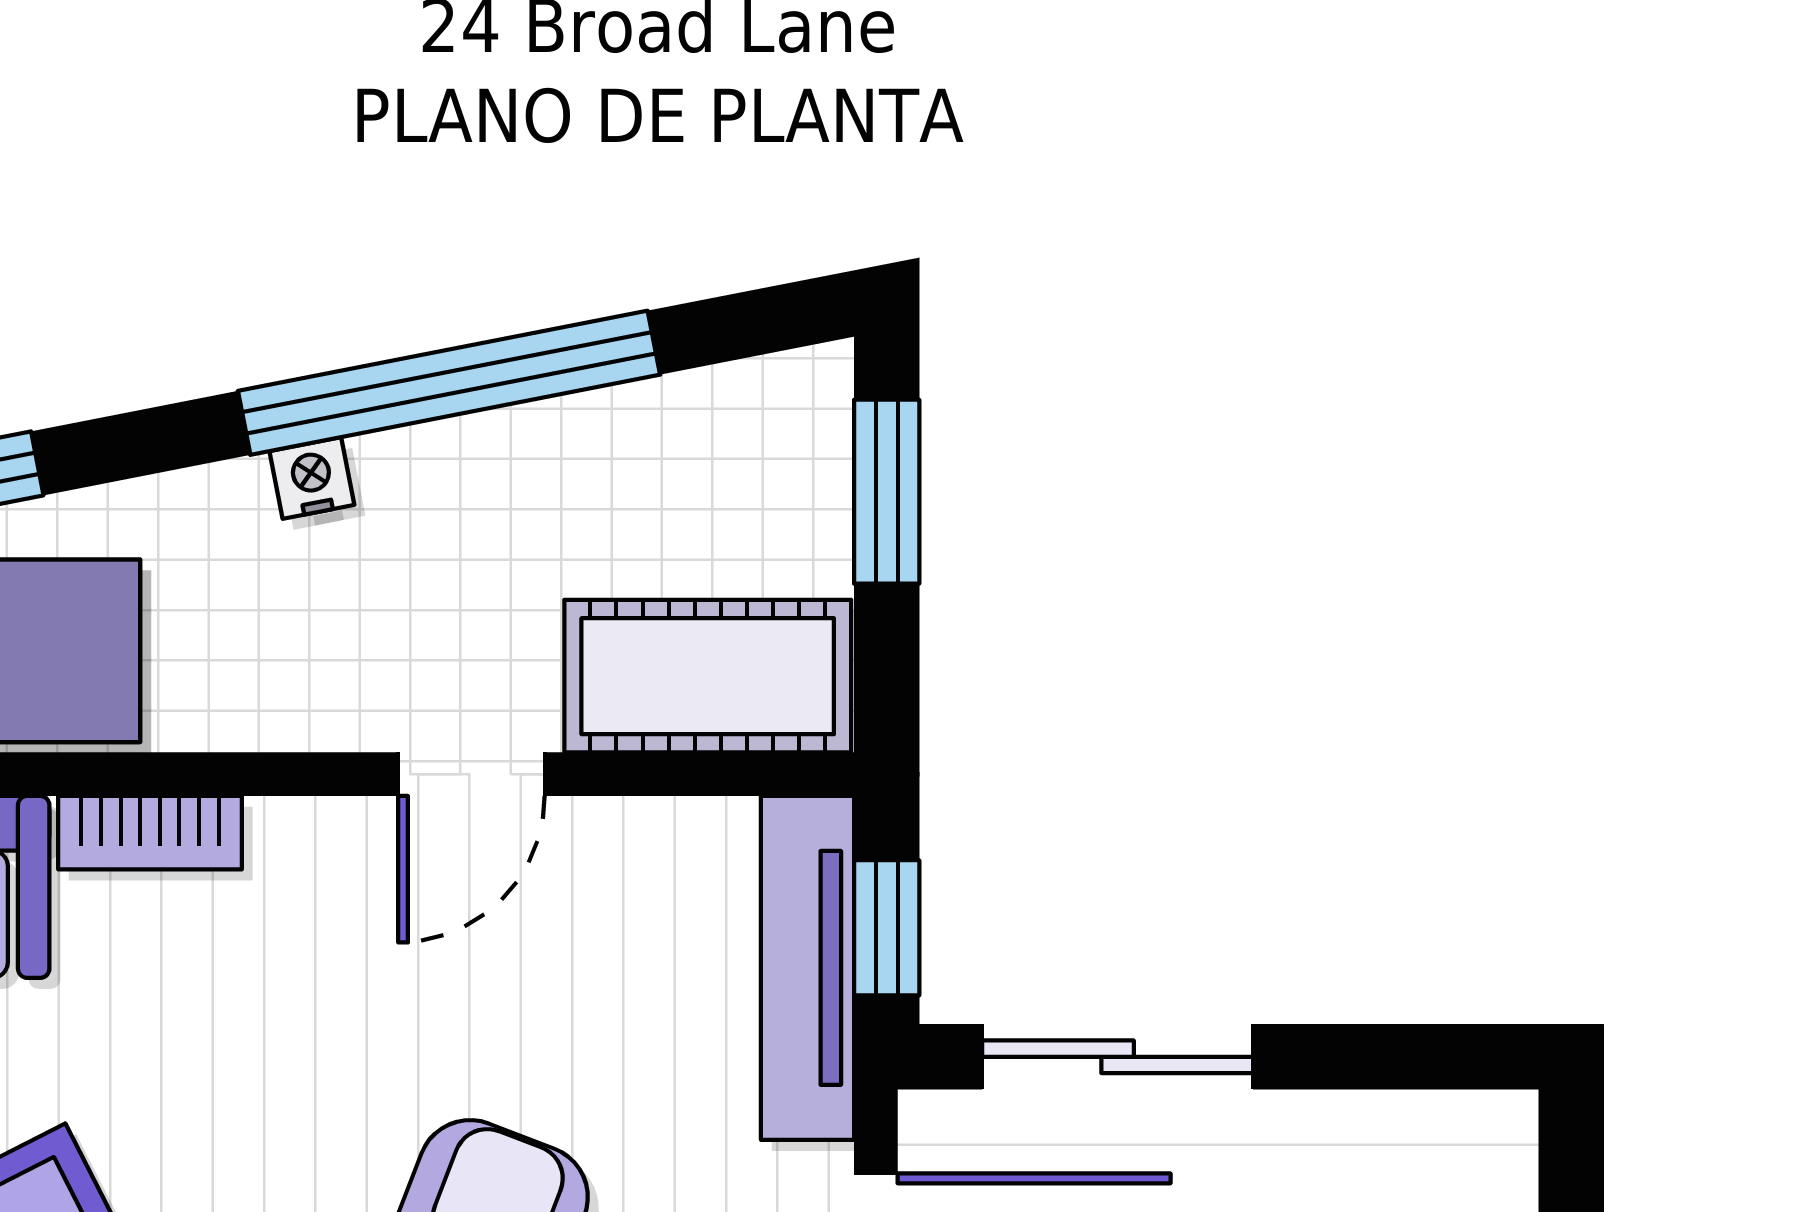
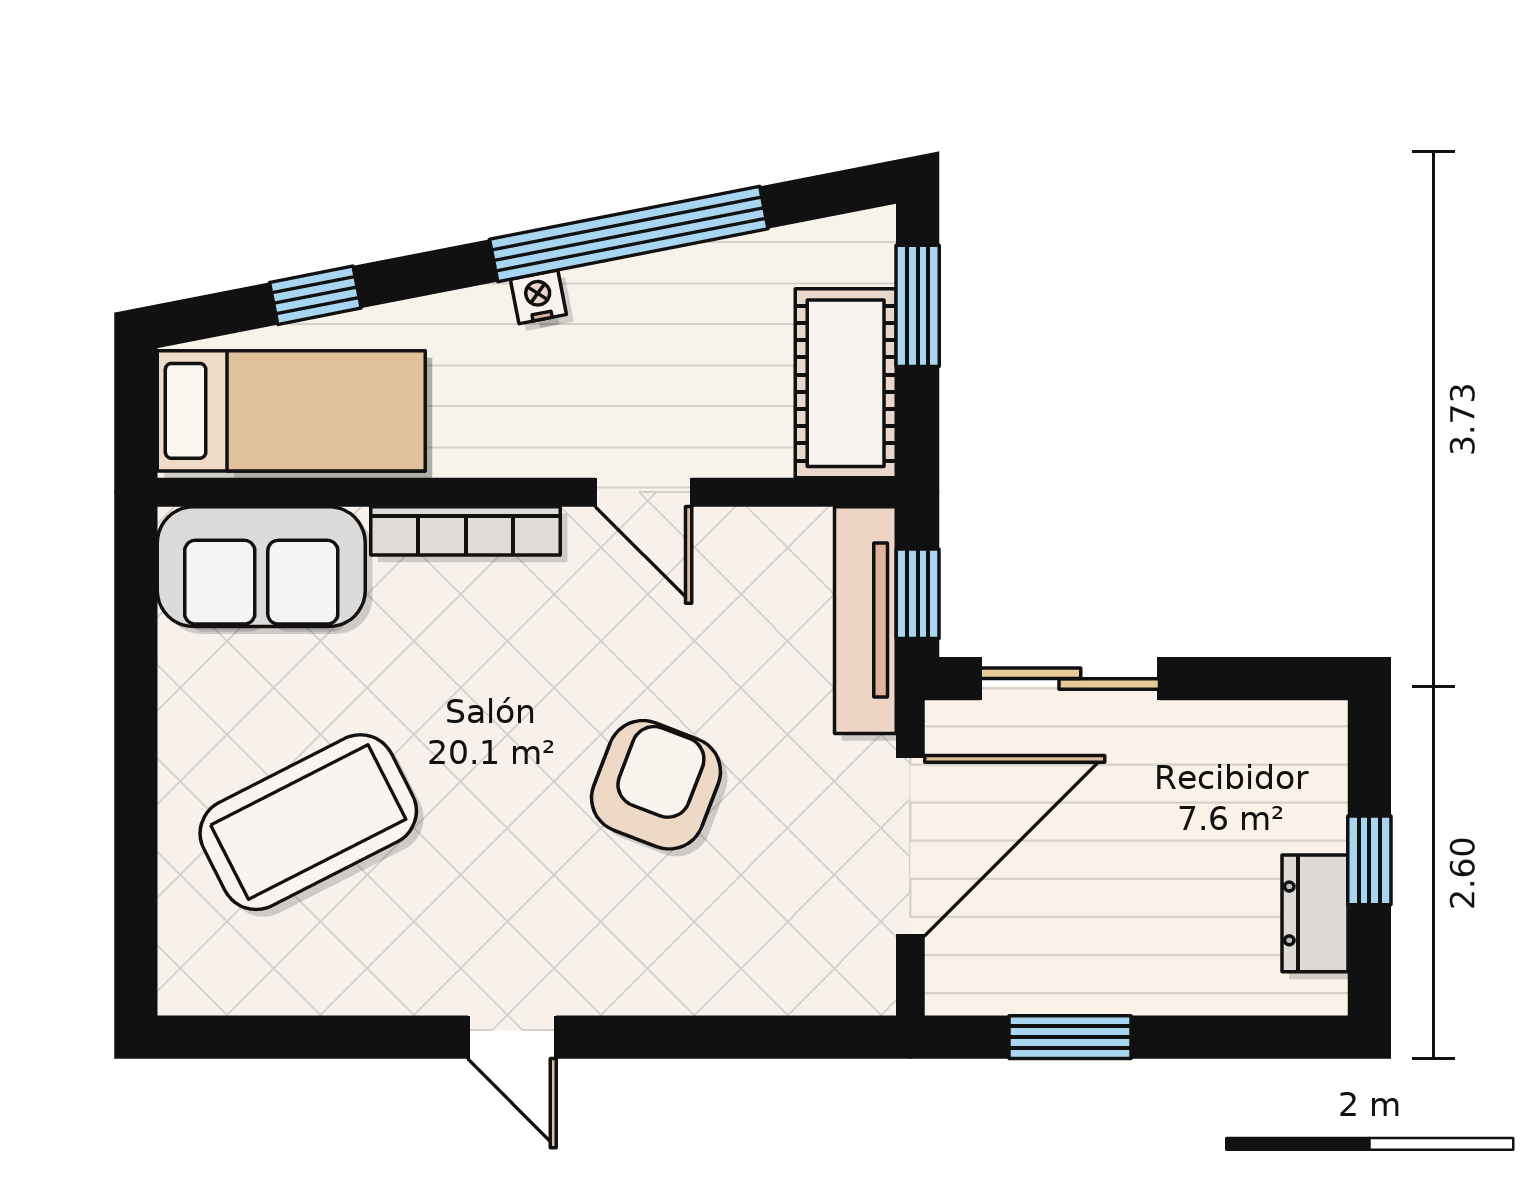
cot: (708, 676) -> (846, 383), moved, turned 90
door: (471, 774) -> (644, 492), hinge flipped
bookcase: (150, 833) -> (466, 531), width x1.56

